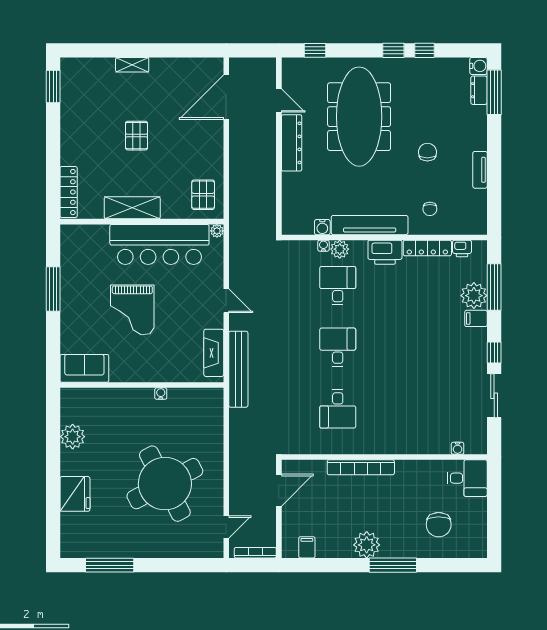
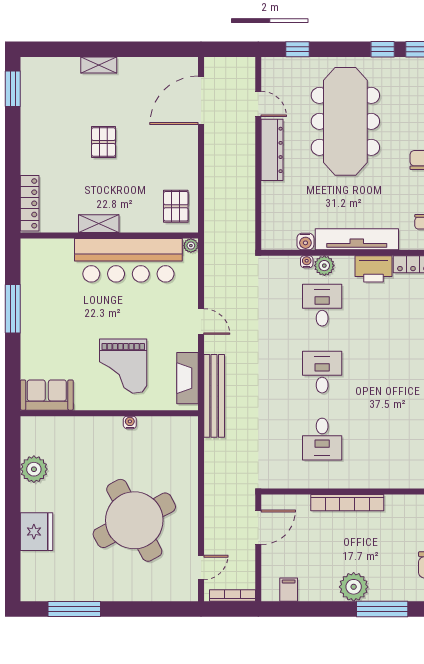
shelving: (132, 208) -> (99, 224), width x0.67, depth x0.75
grand piano: (132, 310) -> (123, 366), moved

